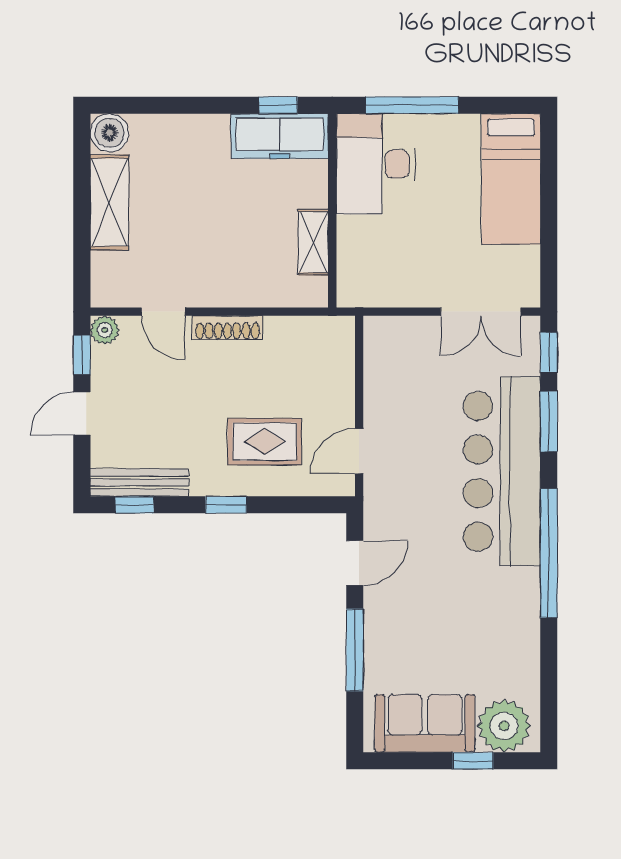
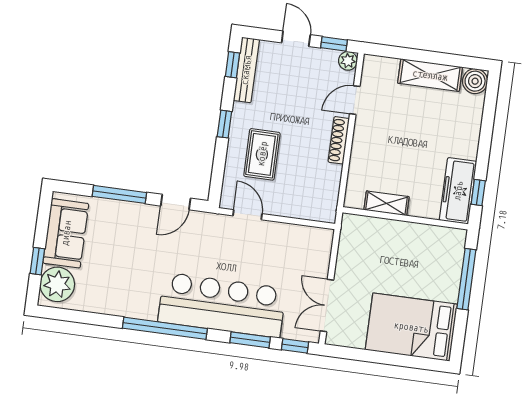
desk: (376, 164) -> (432, 251), removed
bed: (511, 179) -> (411, 327), width x1.50
door: (355, 563) -> (176, 202), hinge flipped

